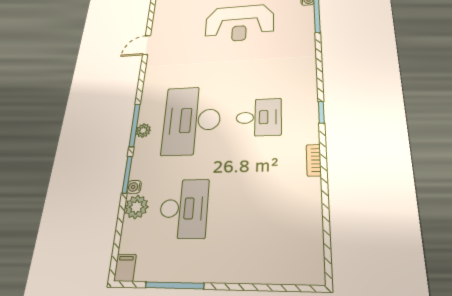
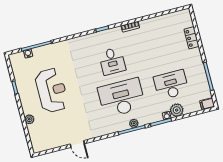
desk: (259, 117) -> (112, 61), turned 180
desk: (192, 120) -> (122, 98), turned 180
locker: (261, 273) -> (192, 38), added

